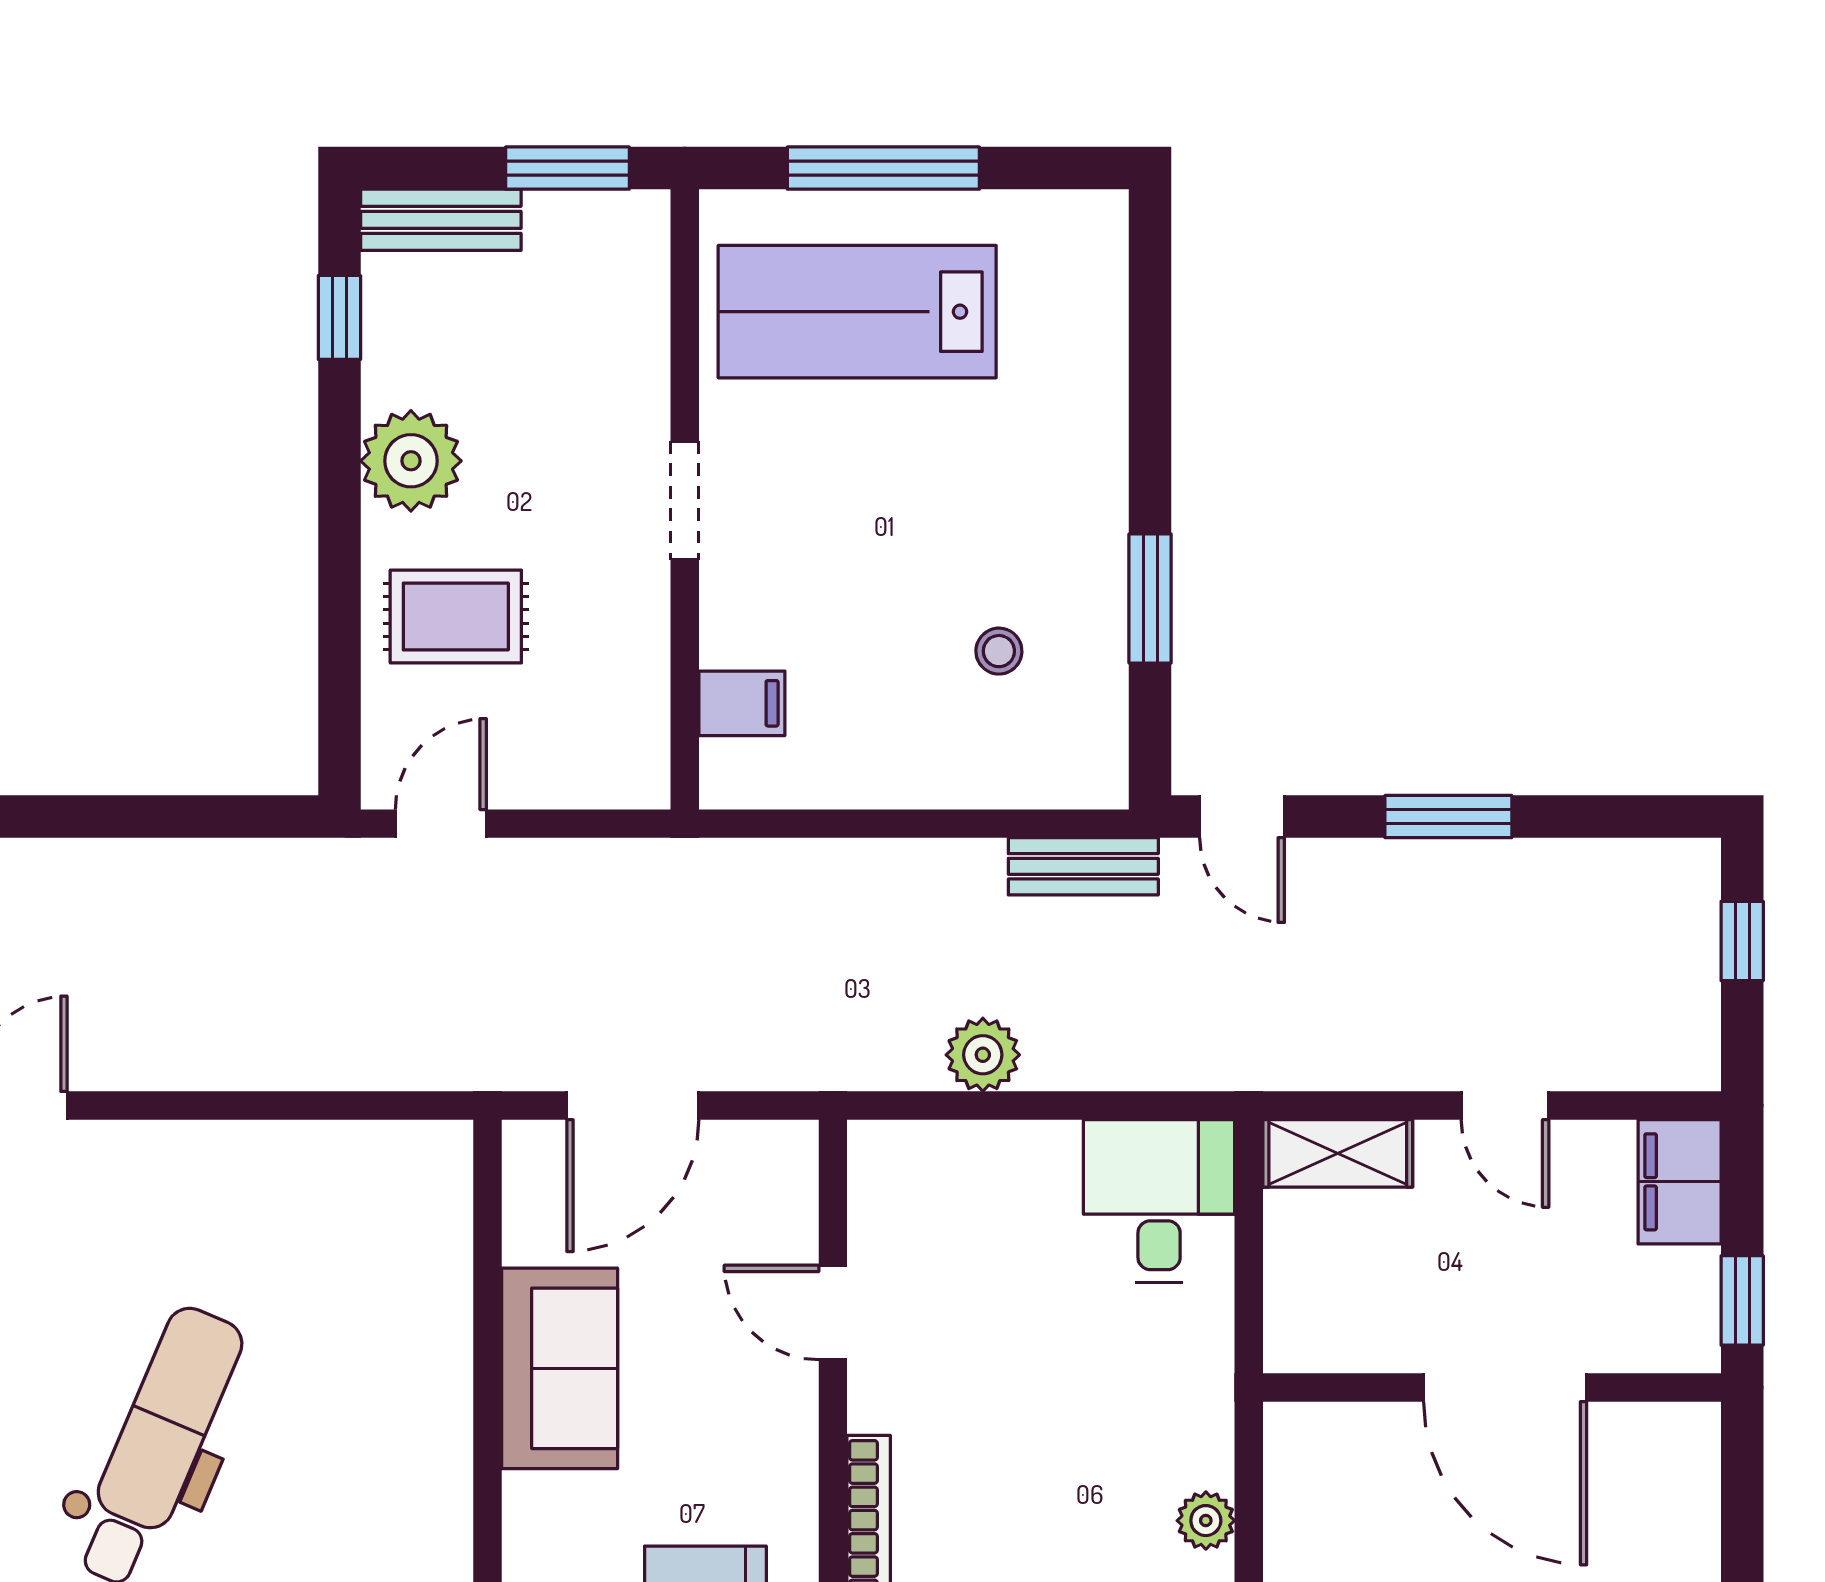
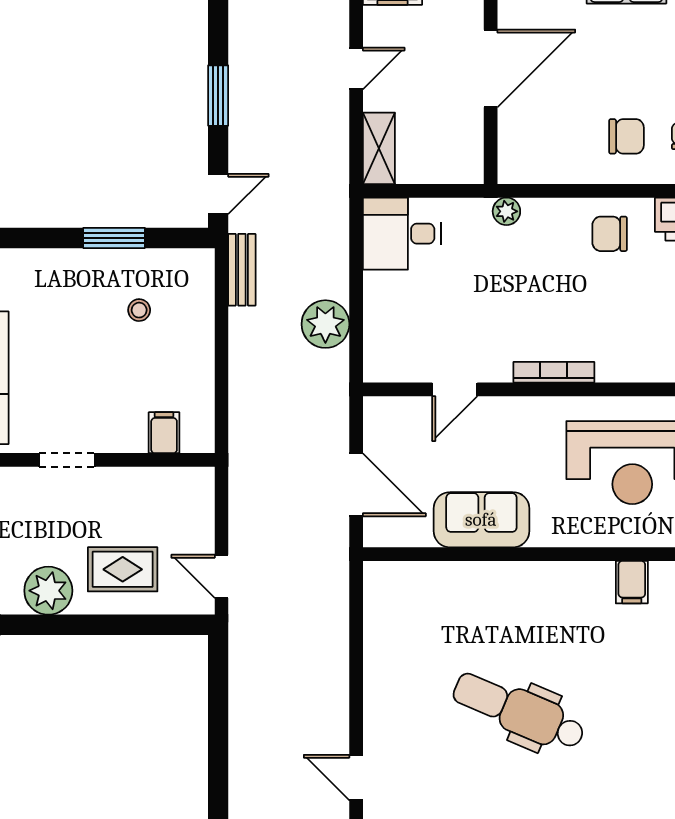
rug: (456, 617) -> (123, 569), turned 90
plant: (983, 1055) -> (325, 324), width x1.36, depth x1.36
plant: (1206, 1521) -> (506, 211), moved

